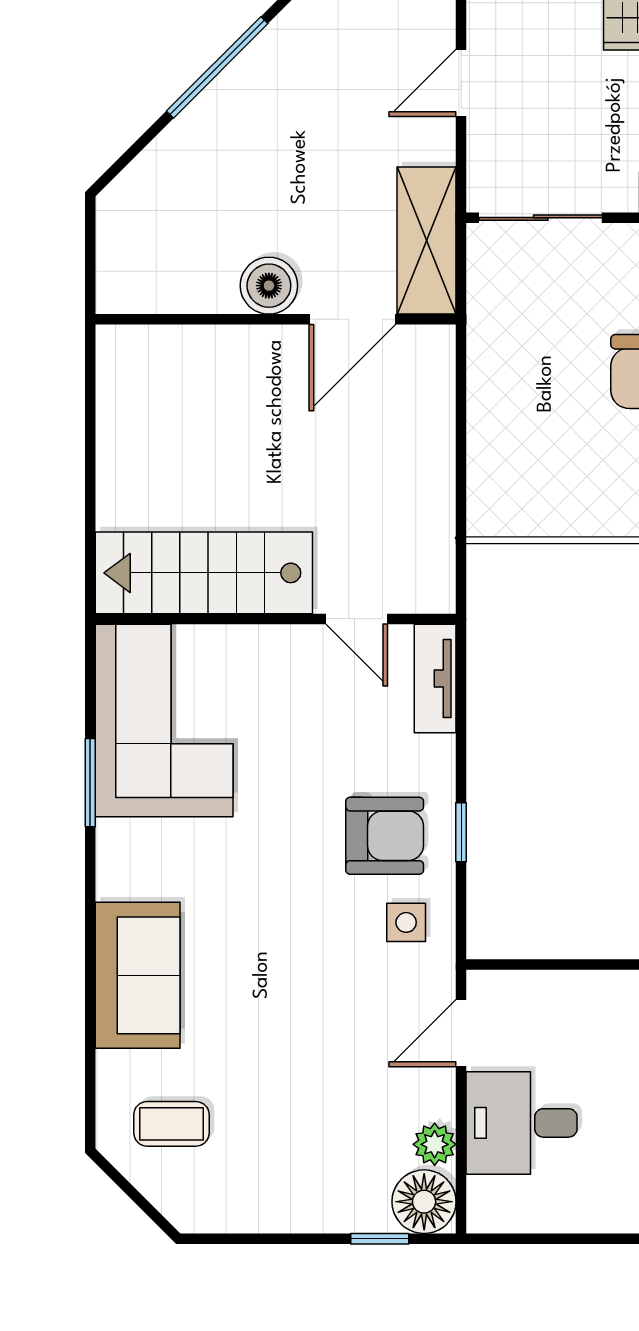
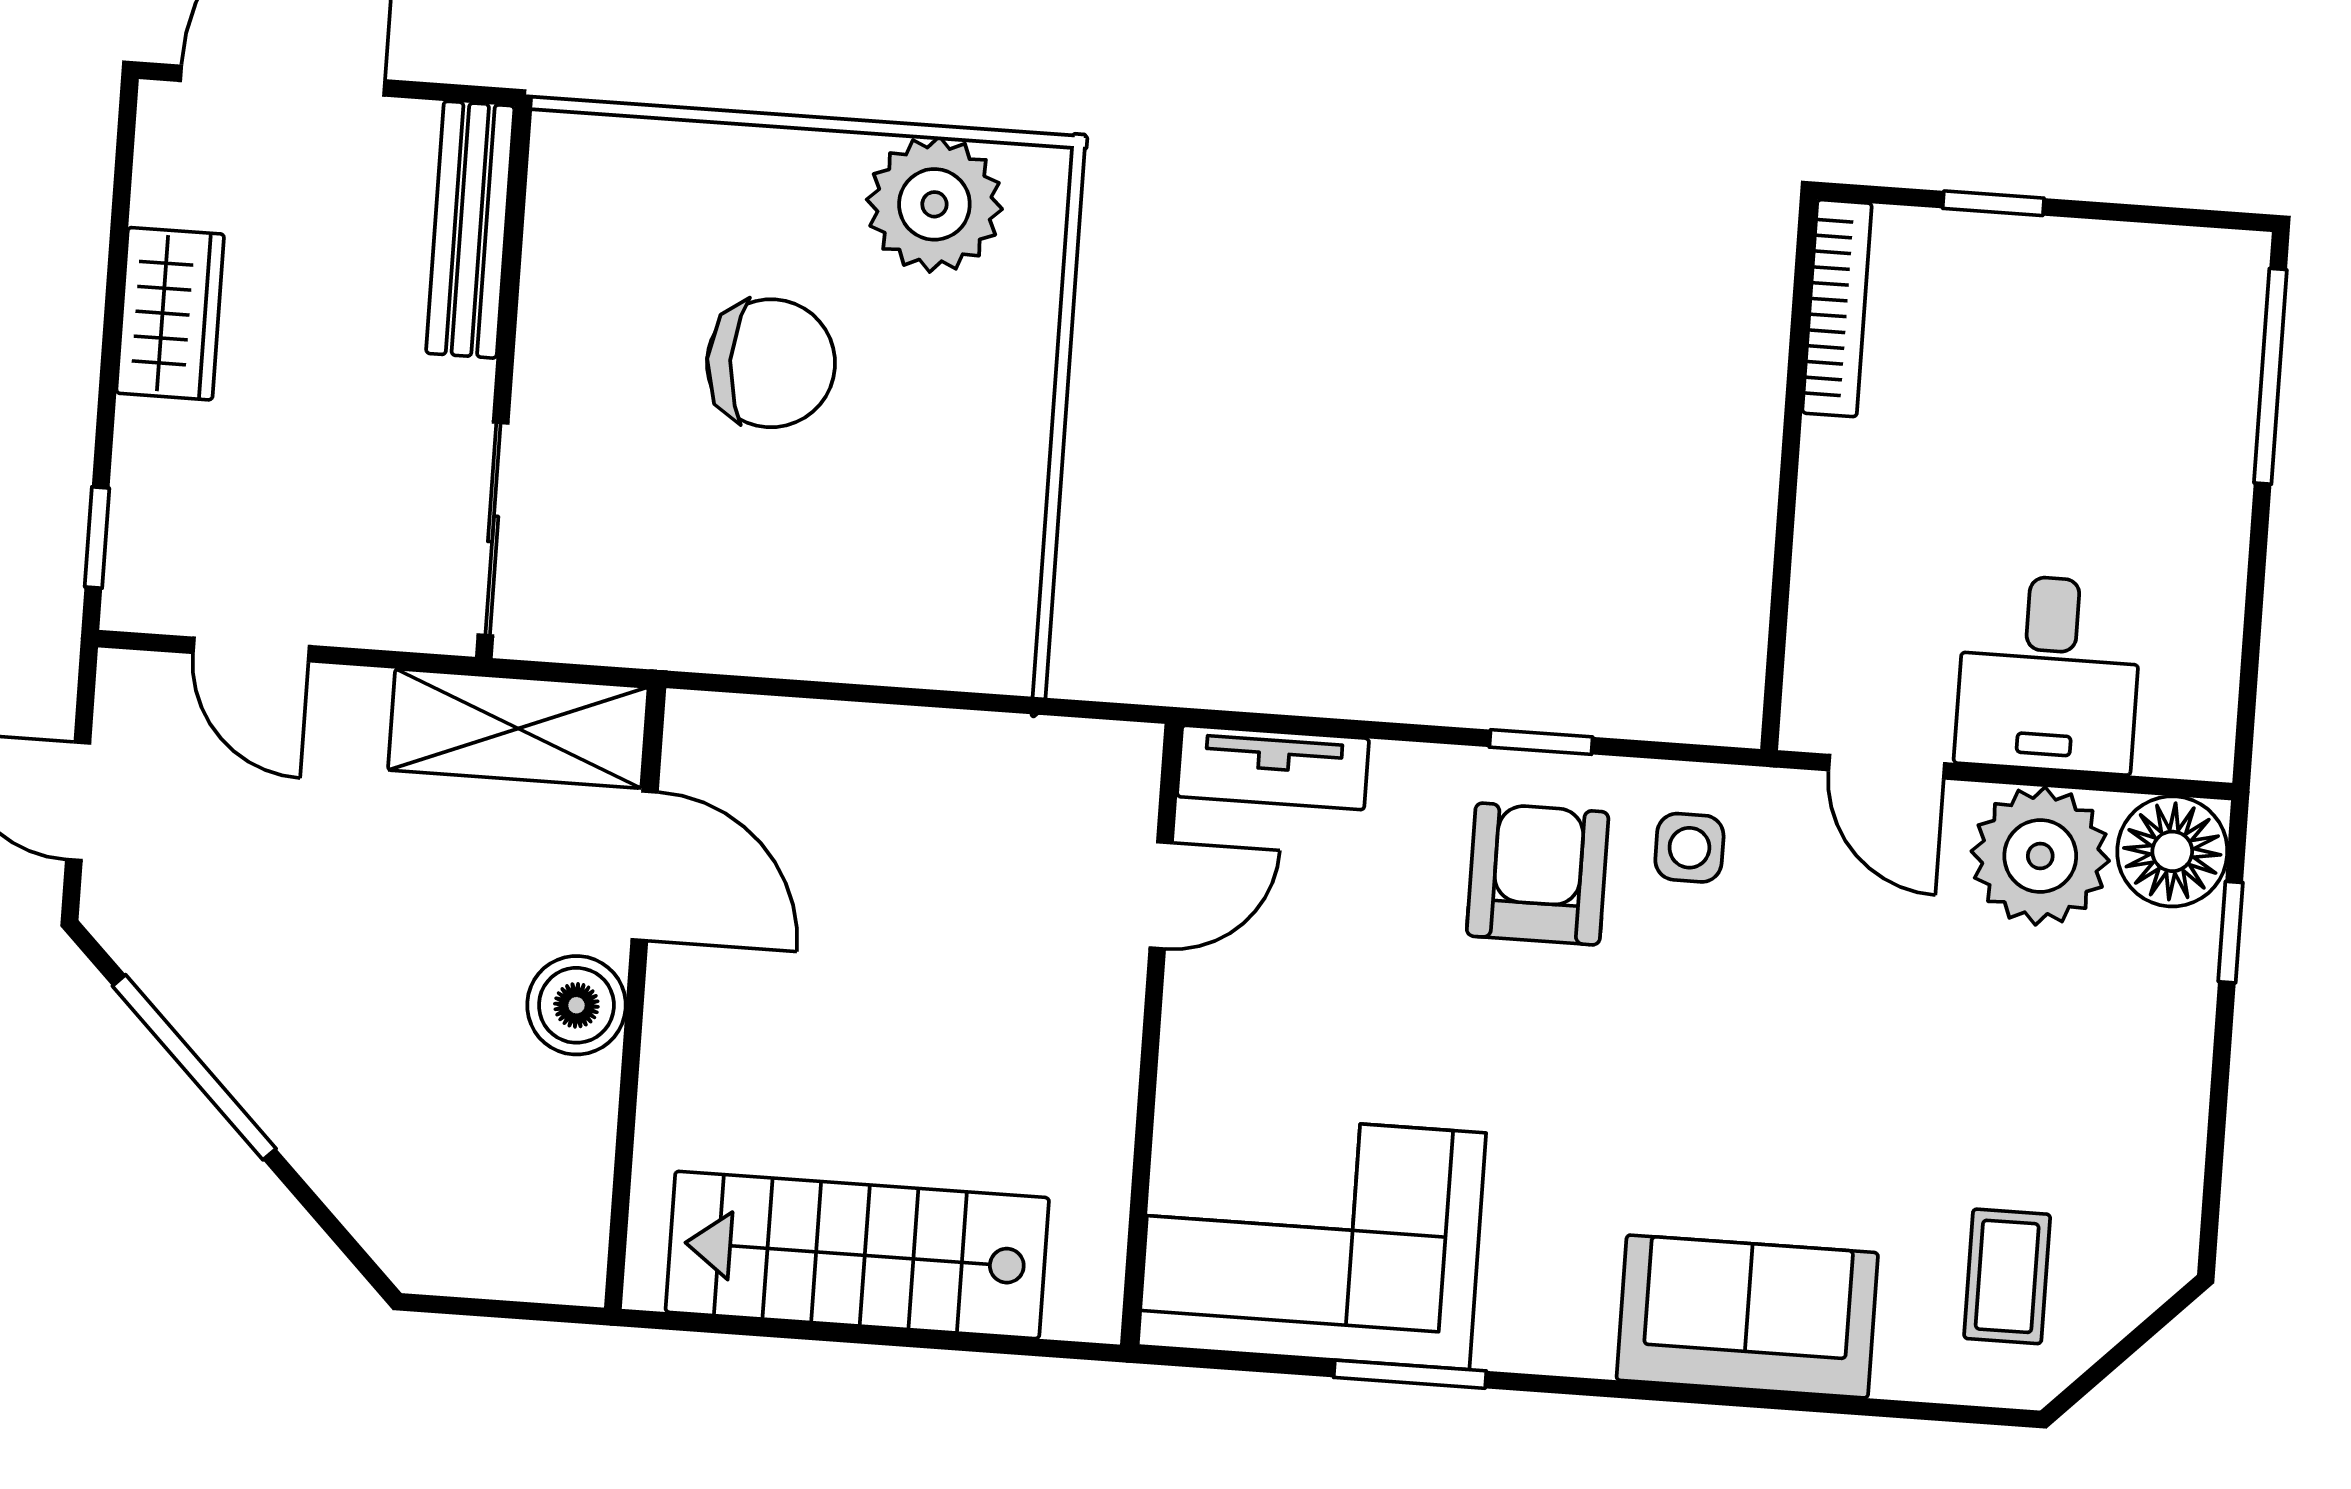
stairs: (204, 573) -> (857, 1255), moved, turned 90
plant: (435, 1144) -> (2040, 856), width x1.88, depth x1.88

